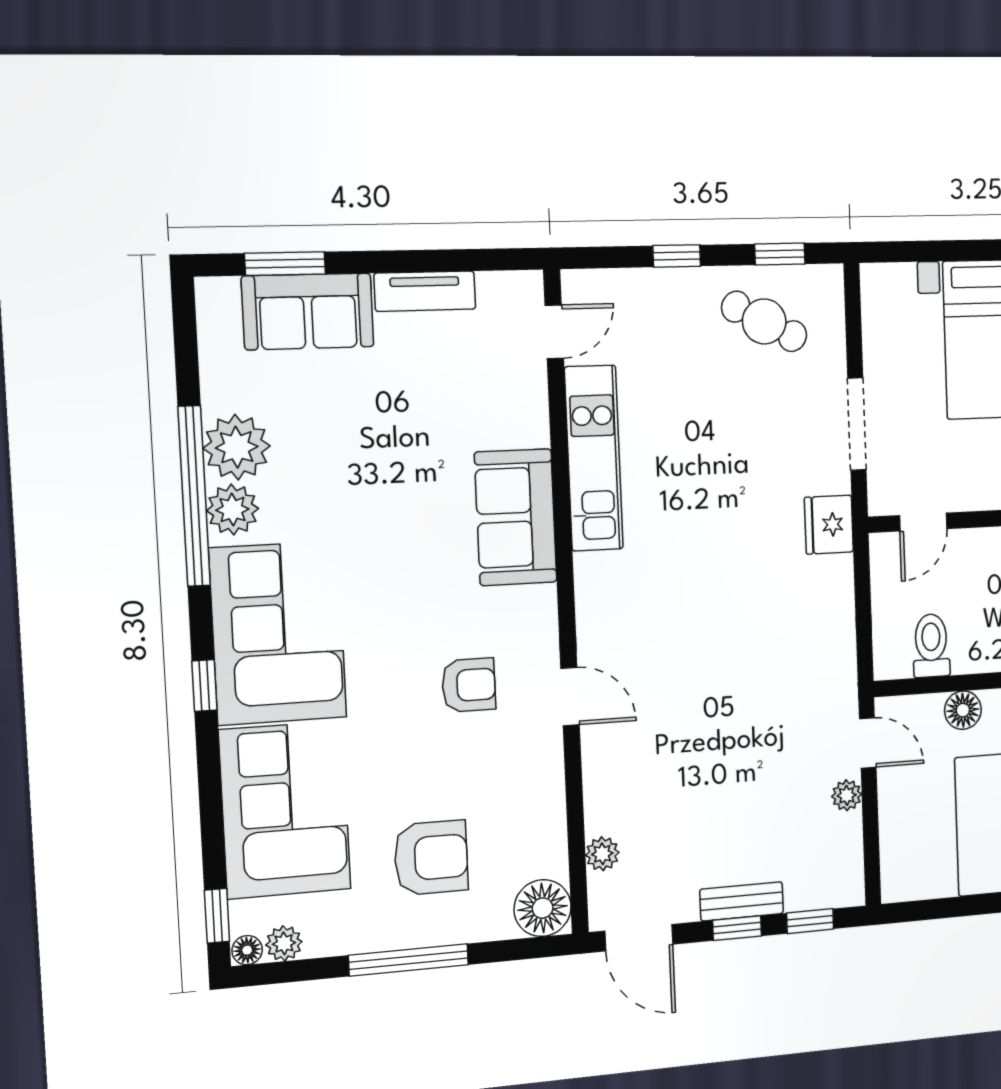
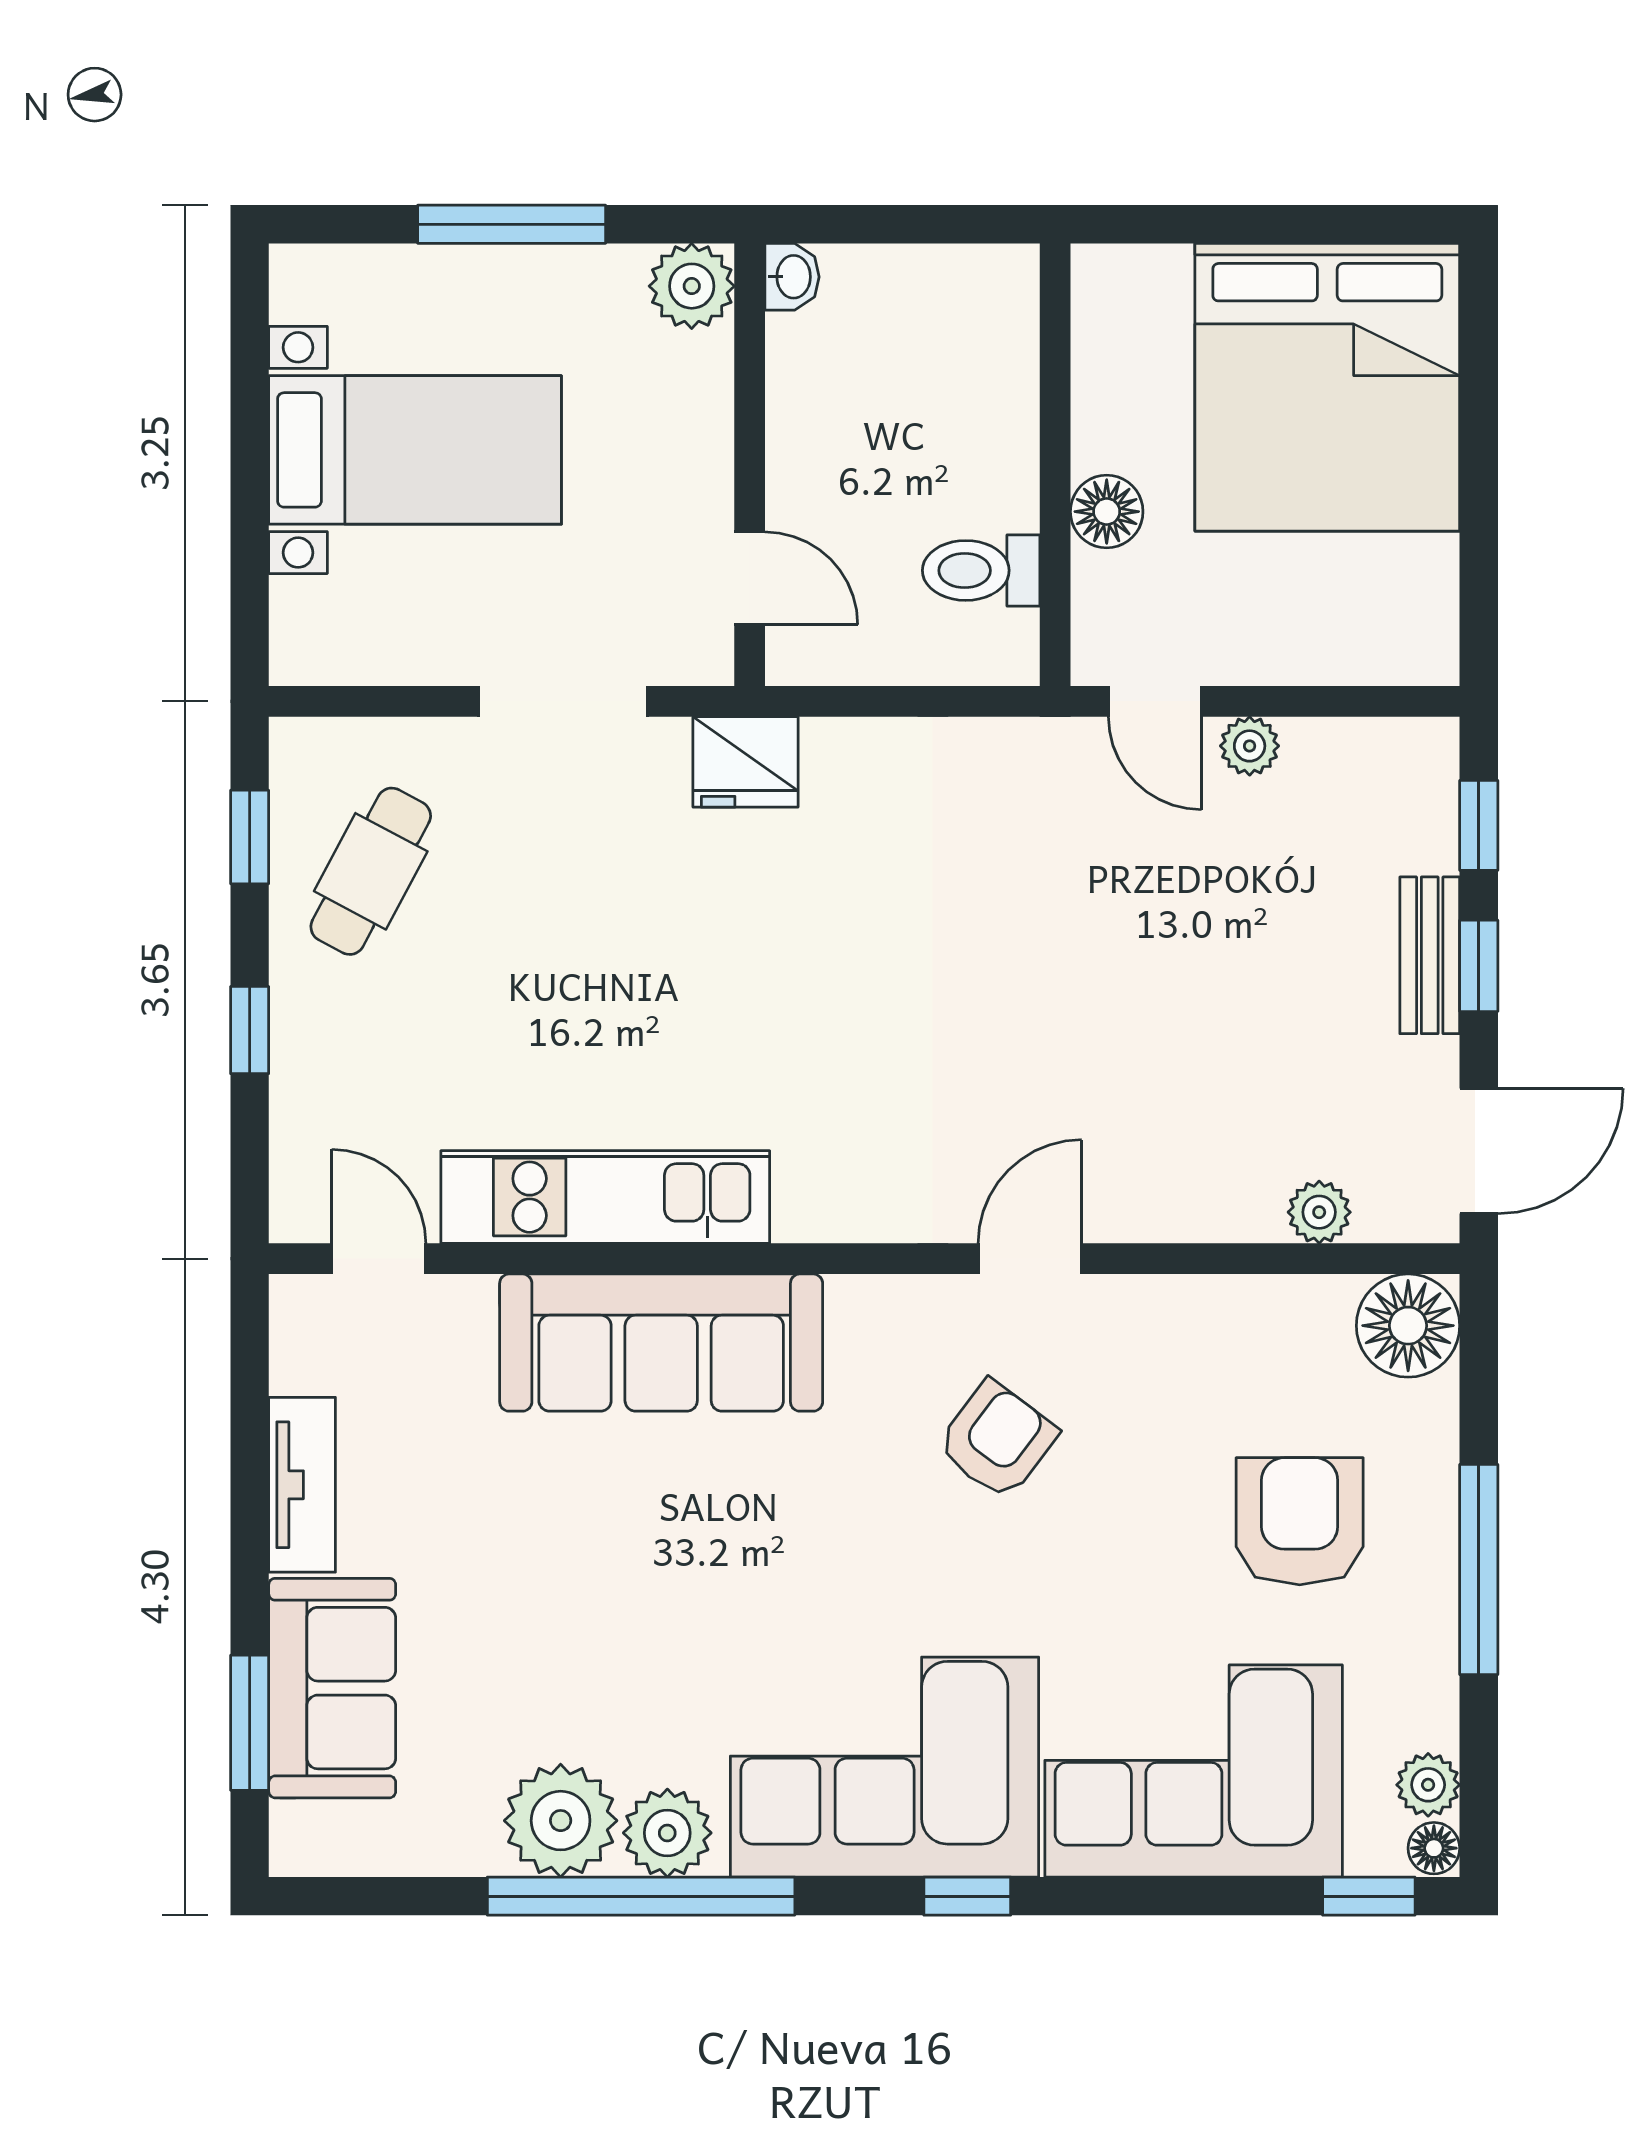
sofa: (516, 517) -> (661, 1343), width x1.36
armchair: (469, 685) -> (997, 1440), turned 37
door: (868, 743) -> (1155, 701), swing flipped

